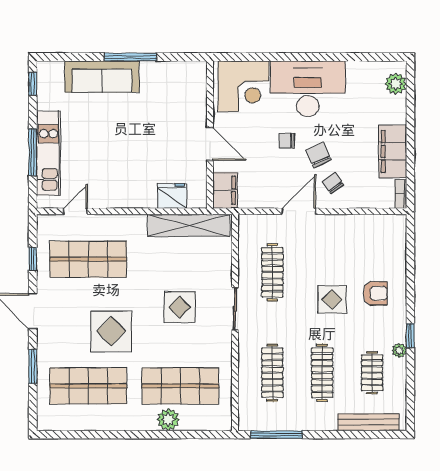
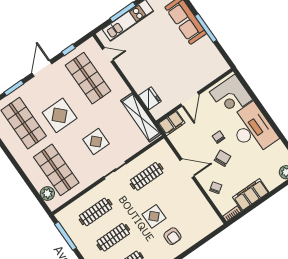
chair: (333, 183) -> (216, 188), moved
plant: (168, 420) -> (47, 194), moved

